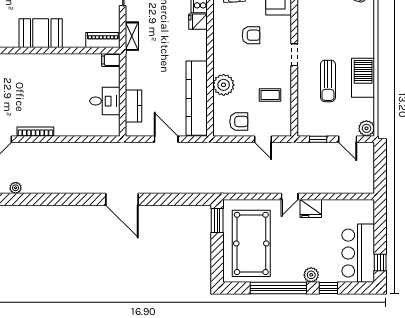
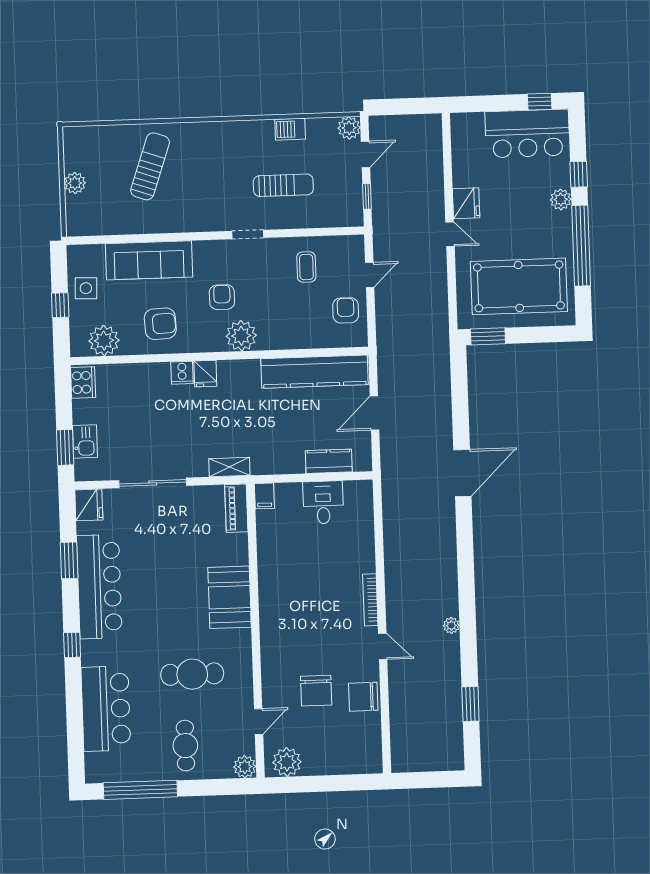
barbecue: (363, 78) -> (290, 129), width x0.53, depth x0.65
plant: (224, 85) -> (241, 336), moved

